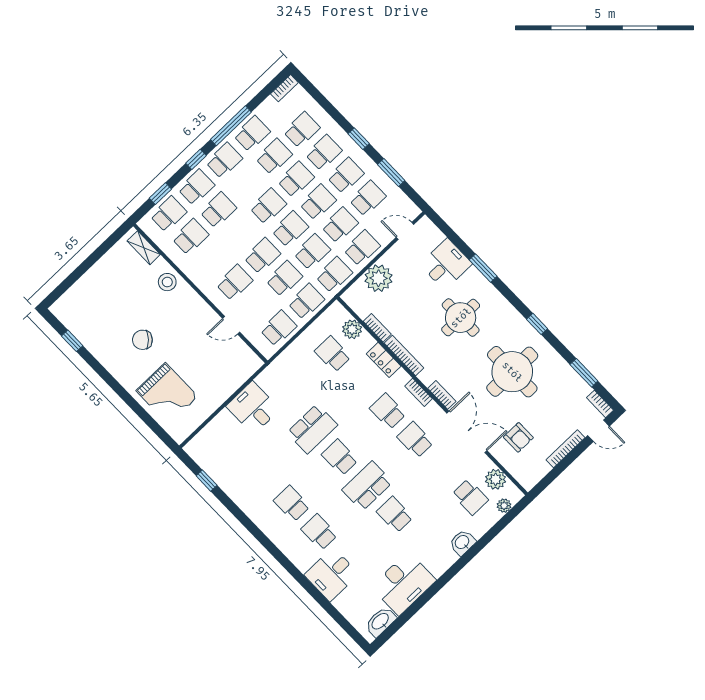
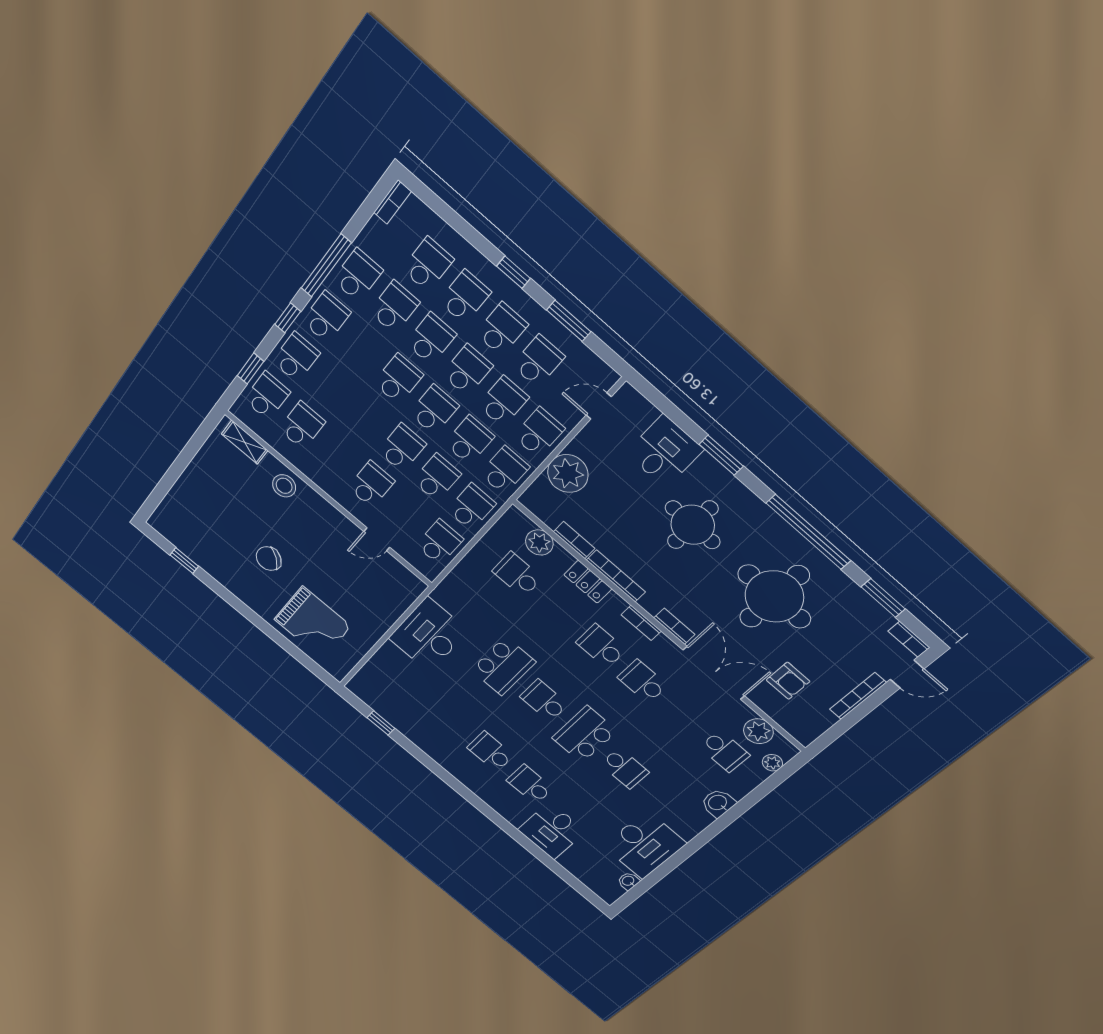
school desk: (218, 210) -> (332, 388), removed
window: (537, 324) -> (808, 532), width x3.17
desk: (253, 408) -> (428, 635), width x1.37
school desk: (395, 515) -> (625, 768), turned 180
washbasin: (380, 622) -> (628, 881), width x0.52, depth x0.69

